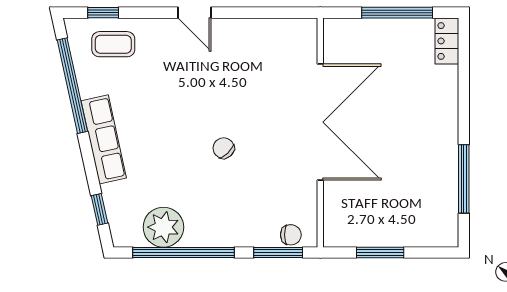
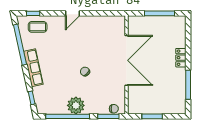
door: (194, 13) -> (72, 13), hinge flipped
locker: (447, 41) -> (181, 58), moved
plant: (163, 227) -> (76, 105), moved

